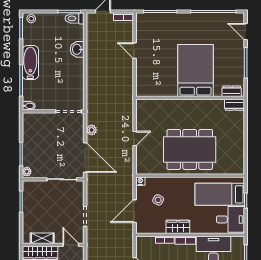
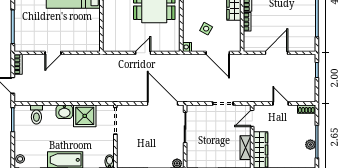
toilet: (75, 18) -> (36, 114), moved
washbasin: (77, 49) -> (64, 112), moved
shower: (73, 82) -> (85, 116), added
plant: (92, 130) -> (134, 97), removed
door: (135, 139) -> (143, 53), hinge flipped
door: (85, 157) -> (163, 104), hinge flipped

